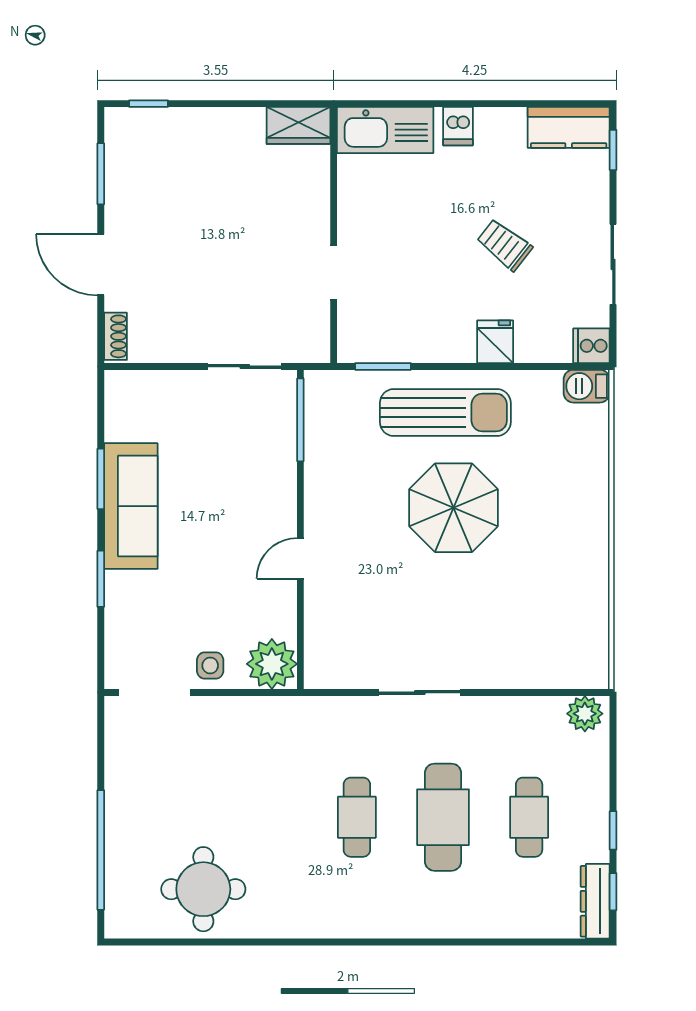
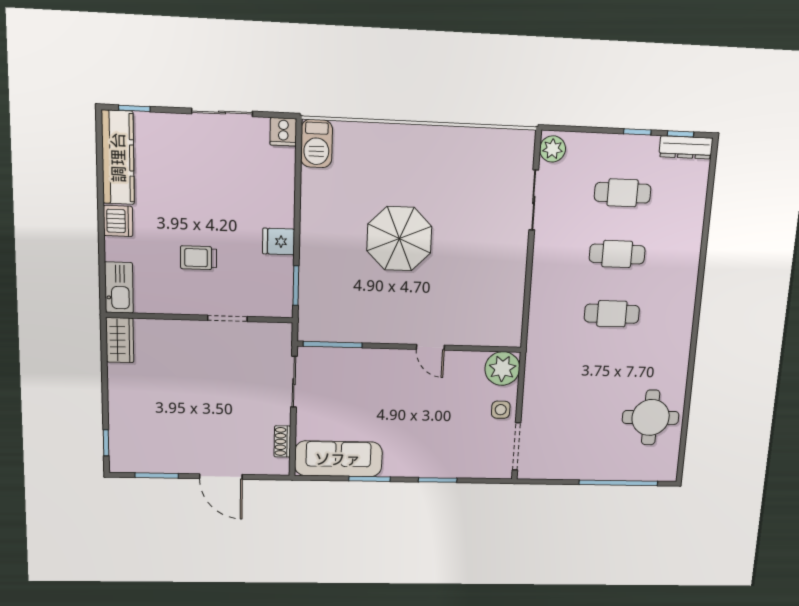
dishwasher: (458, 126) -> (118, 221), width x1.38
kitchen counter: (569, 127) -> (118, 157), width x1.50
kitchen sink: (385, 130) -> (119, 288), width x0.73, depth x0.81
trolley: (504, 245) -> (199, 258), moved, turned 52
door: (101, 265) -> (221, 477), hinge flipped
shoe rack: (116, 336) -> (282, 441), moved, turned -90
fridge: (495, 342) -> (279, 241), moved
barbecue: (587, 386) -> (317, 144), width x1.38, depth x1.27
sun lounger: (445, 413) -> (330, 242), removed
sofa: (131, 506) -> (338, 459), moved
sliding door: (420, 692) -> (534, 200), moved
cafe table: (443, 817) -> (617, 254), width x0.73, depth x0.74

